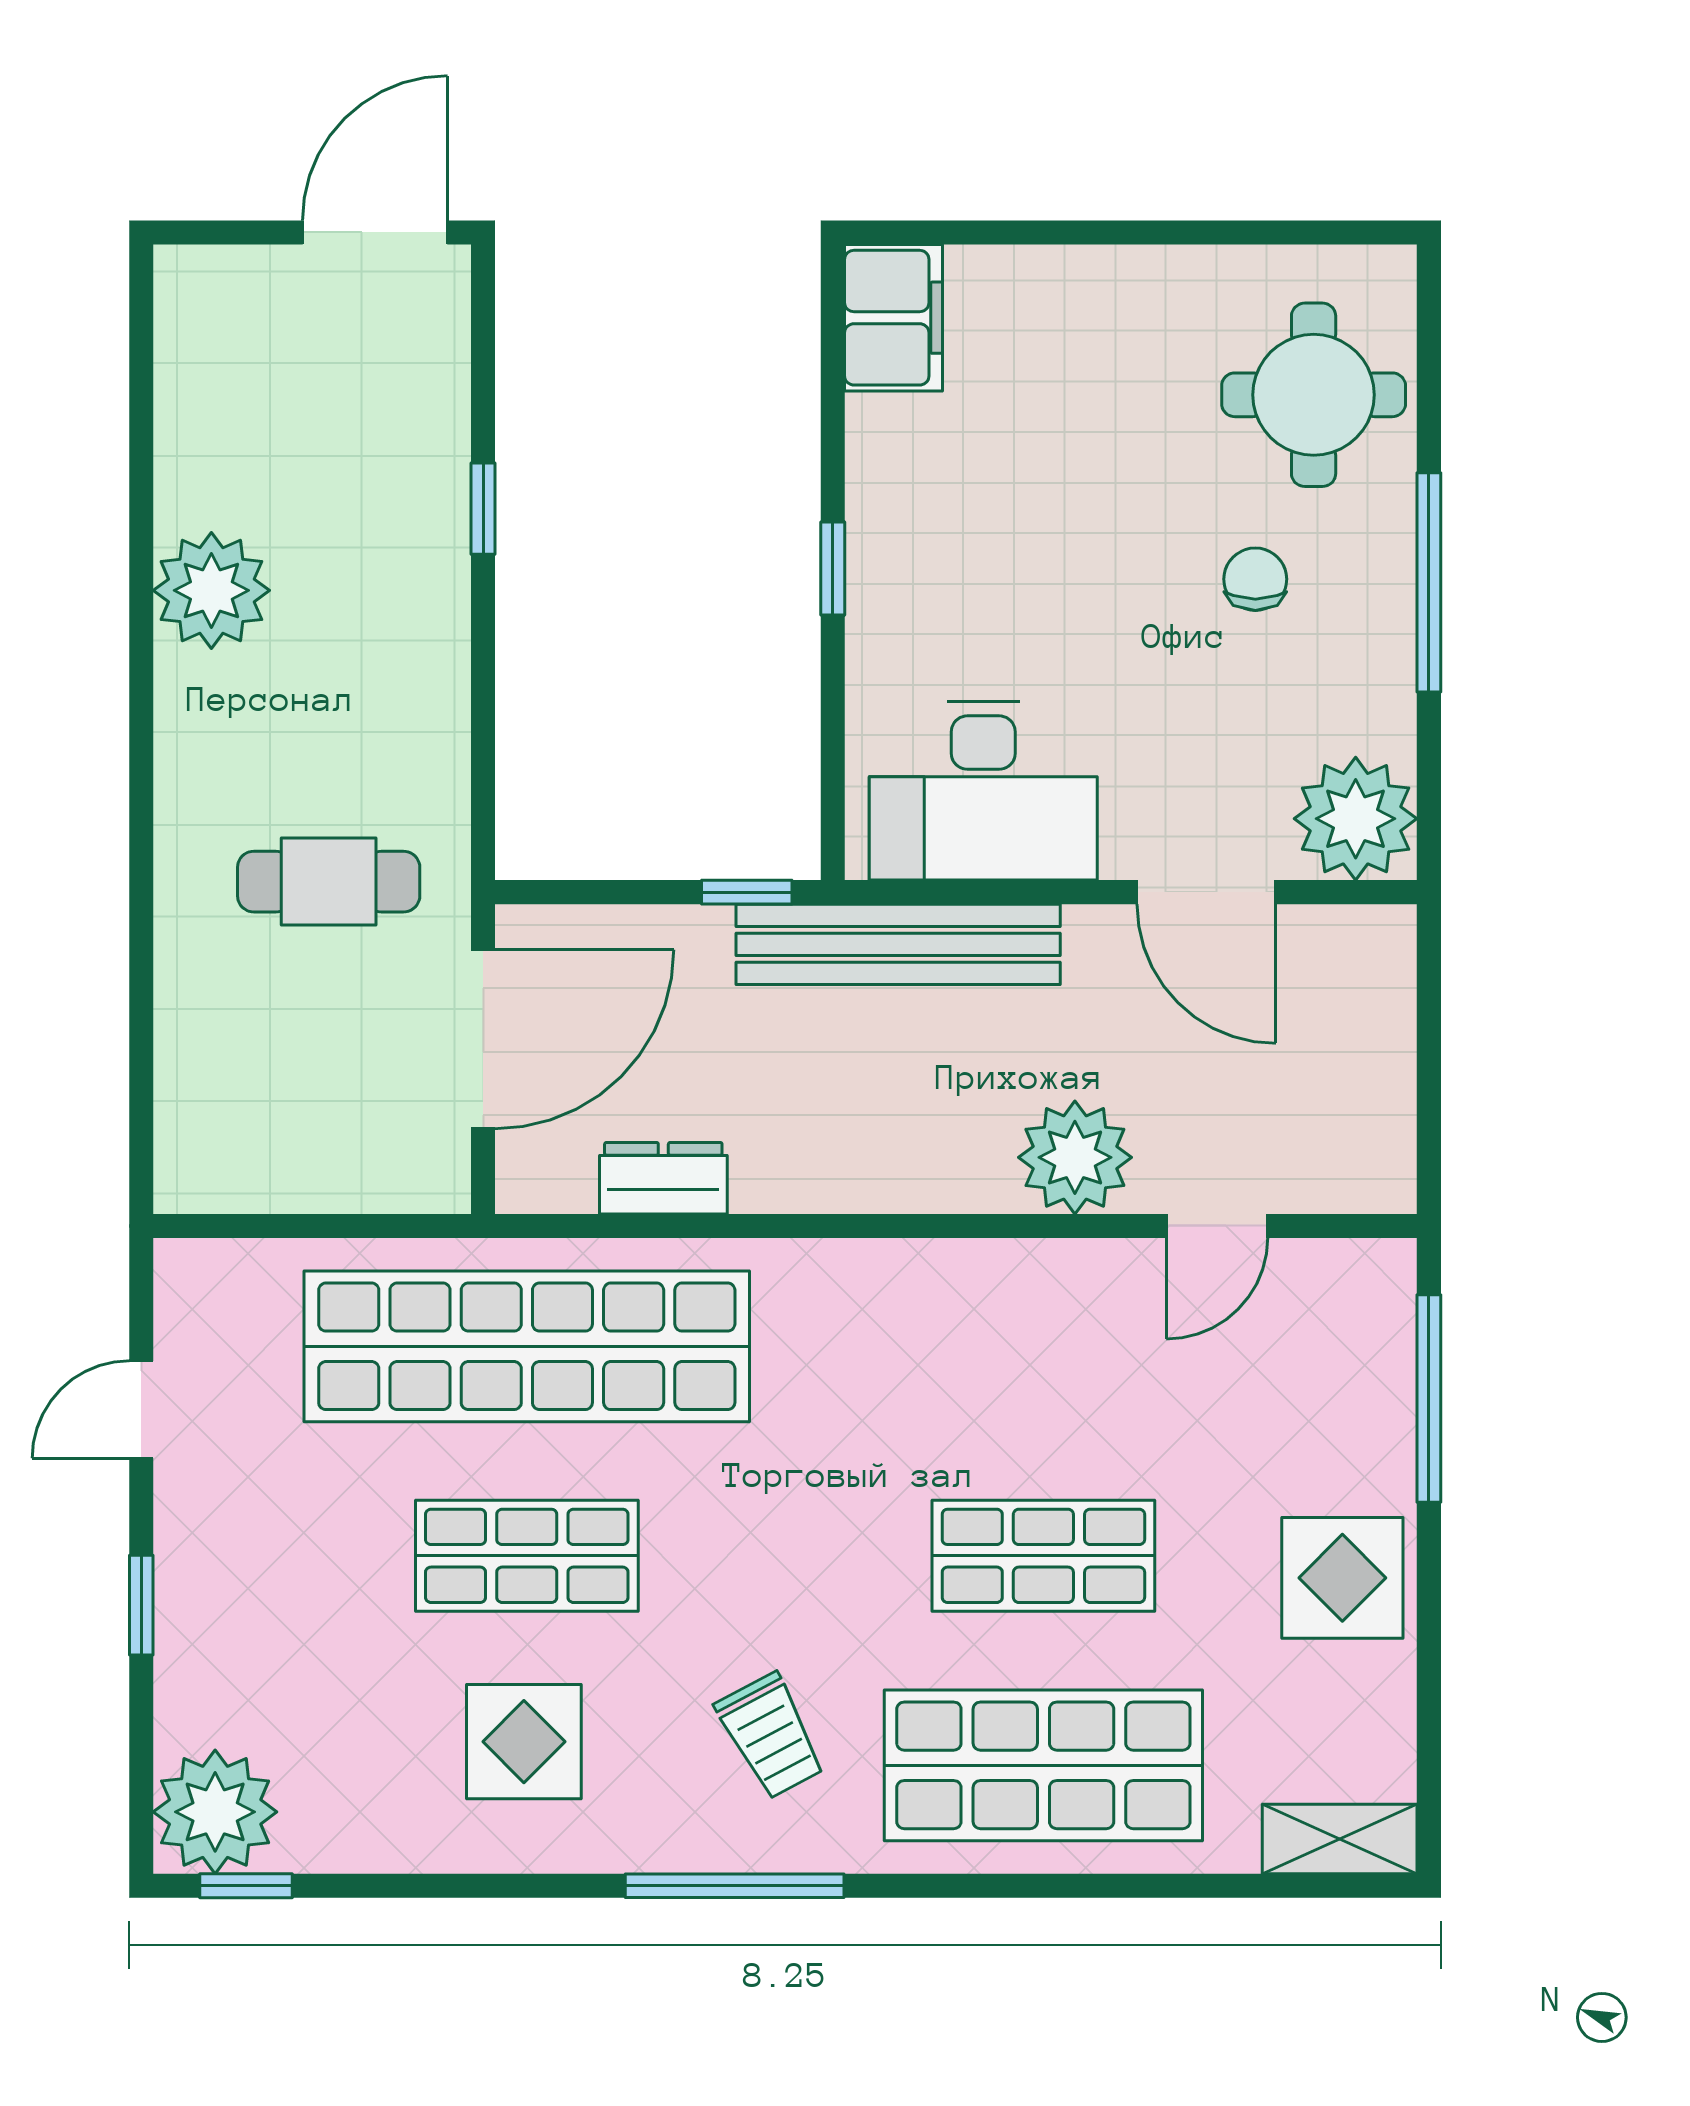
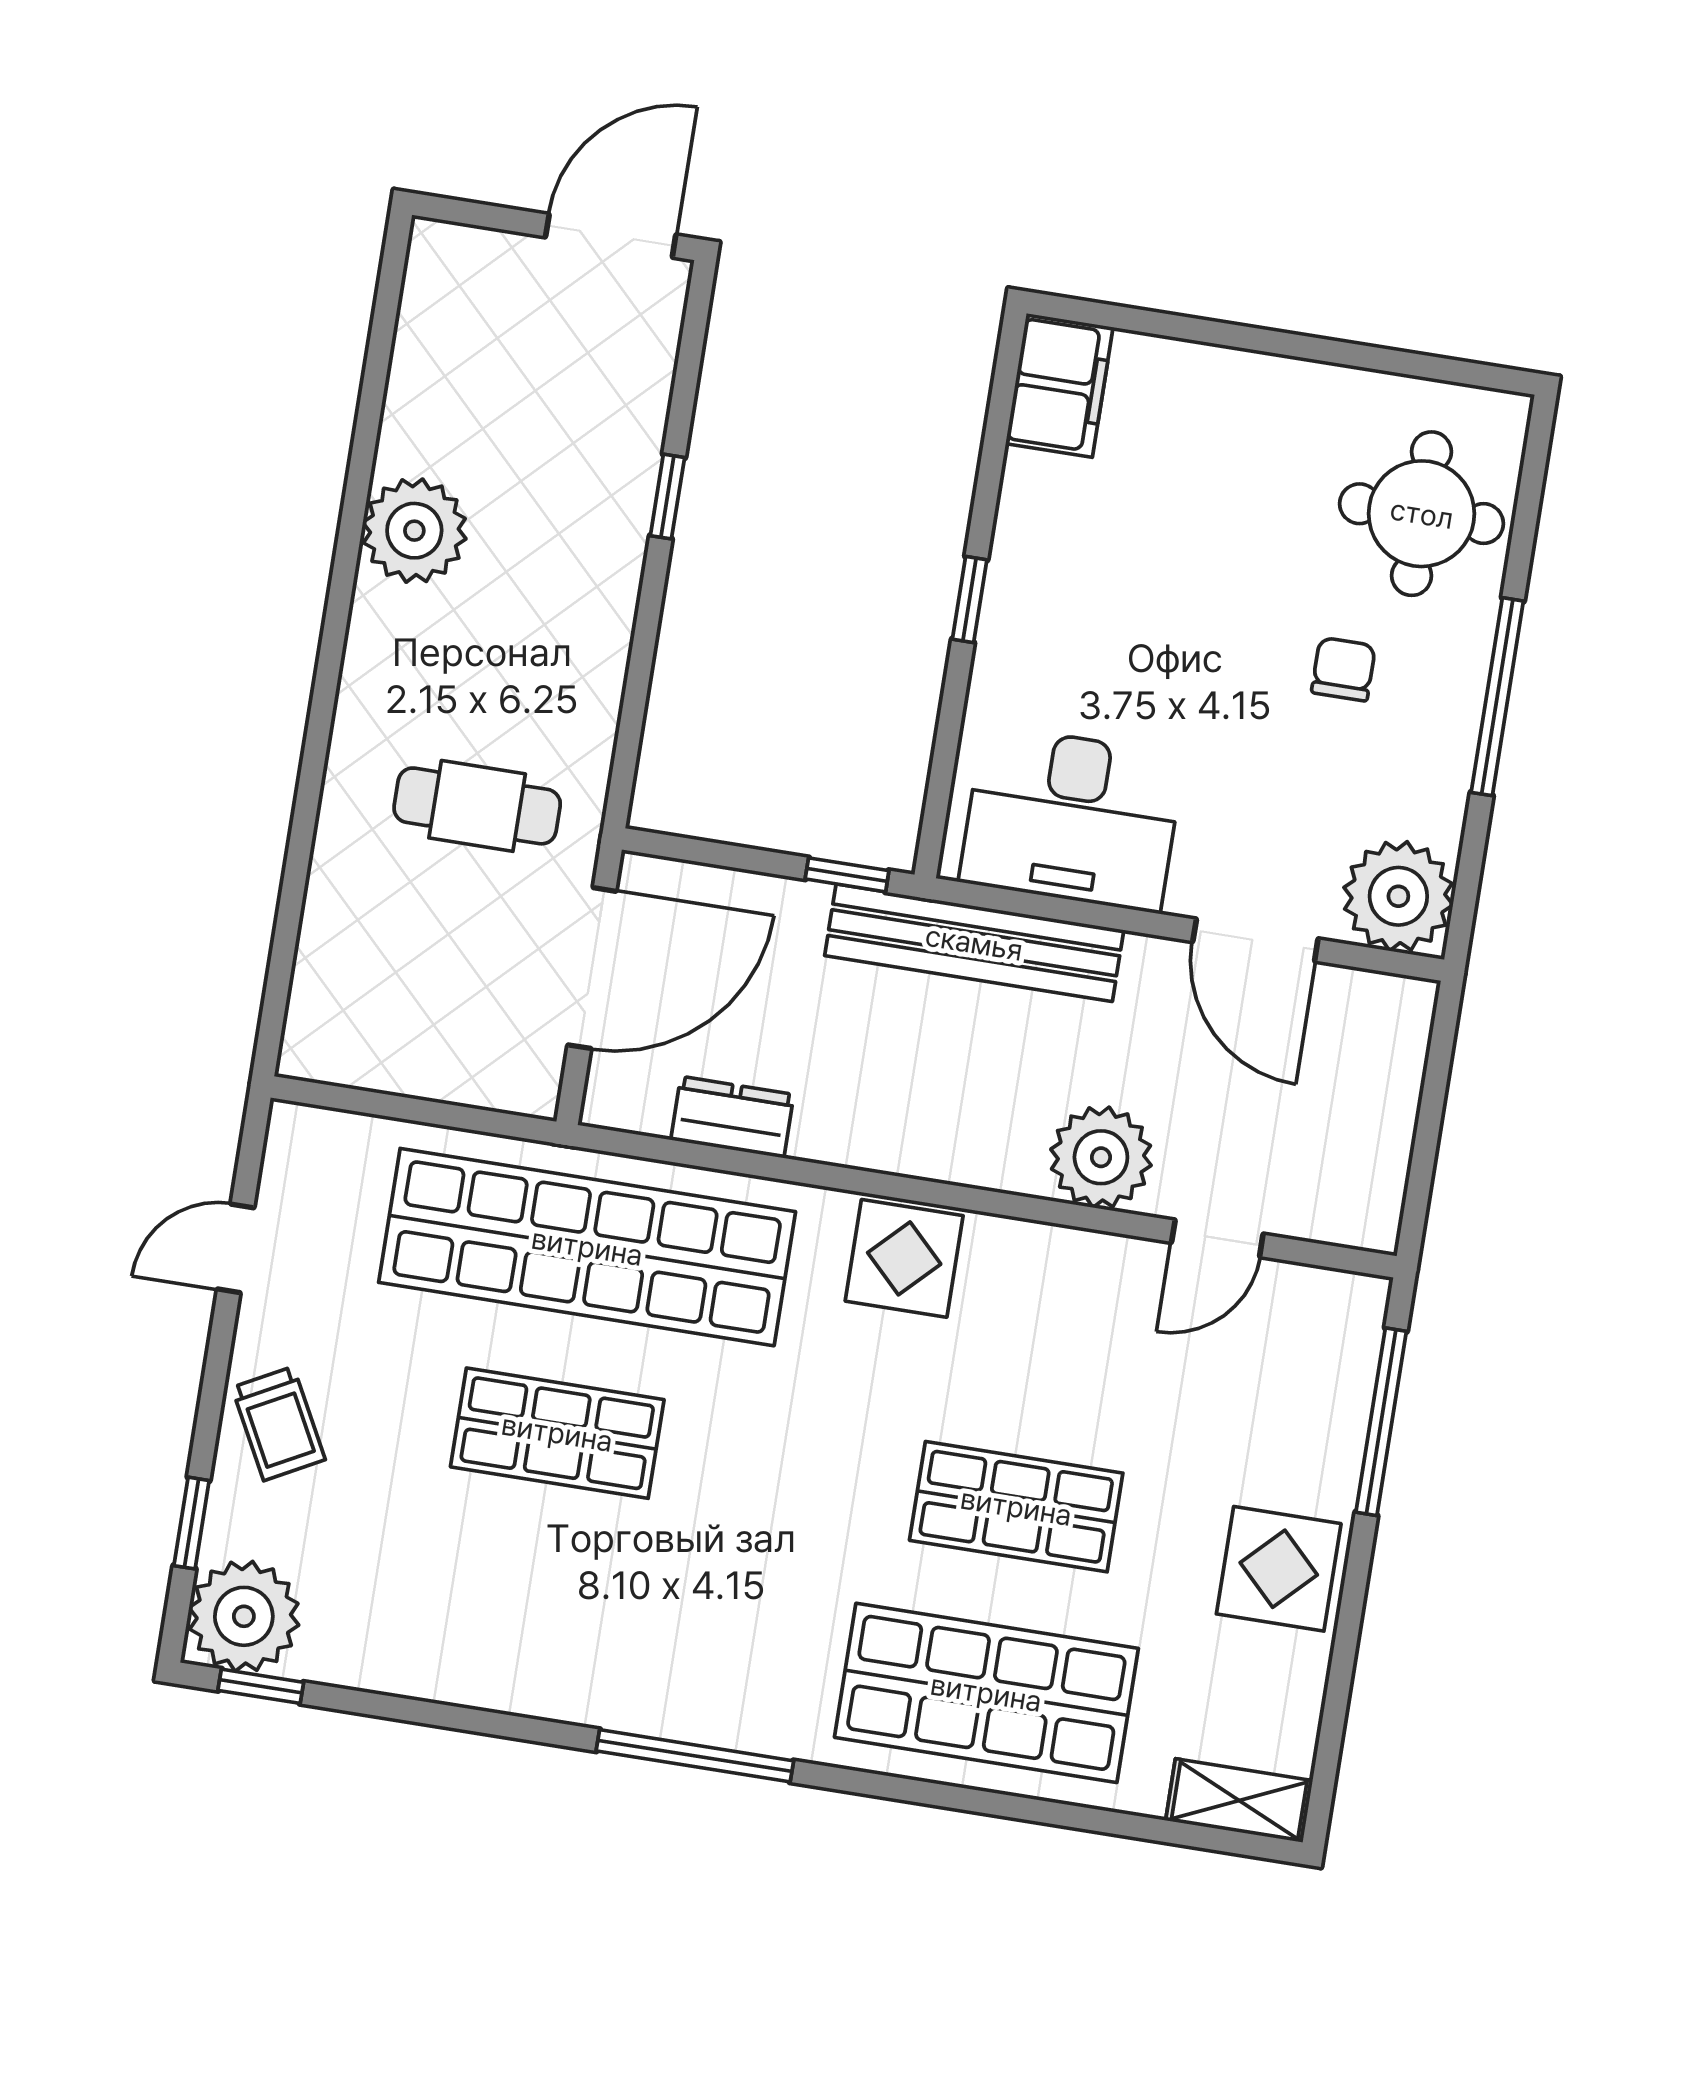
window: (141, 1605) -> (192, 1523), moved
trolley: (771, 1736) -> (279, 1424), moved
display table: (524, 1742) -> (904, 1258), moved

